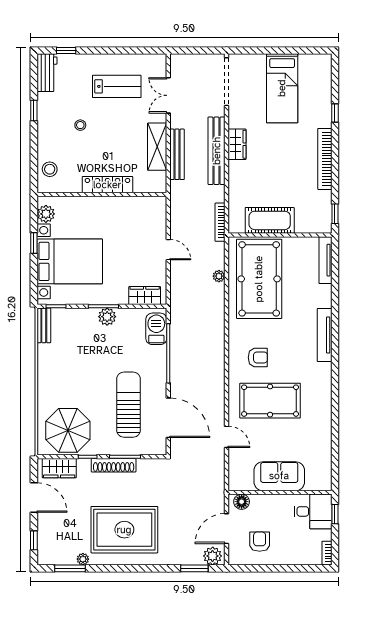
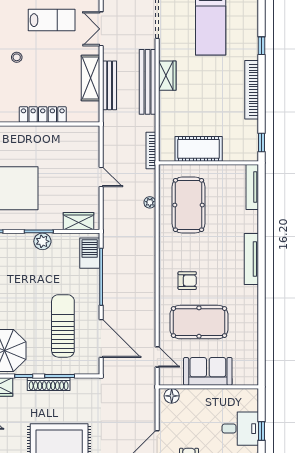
pool table: (259, 279) -> (189, 205), width x0.73, depth x0.76
sofa: (279, 476) -> (208, 371), moved
wall: (280, 492) -> (209, 387), moved
floor lamp: (242, 502) -> (172, 396), moved

